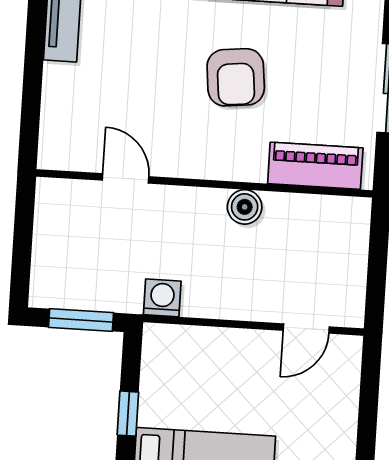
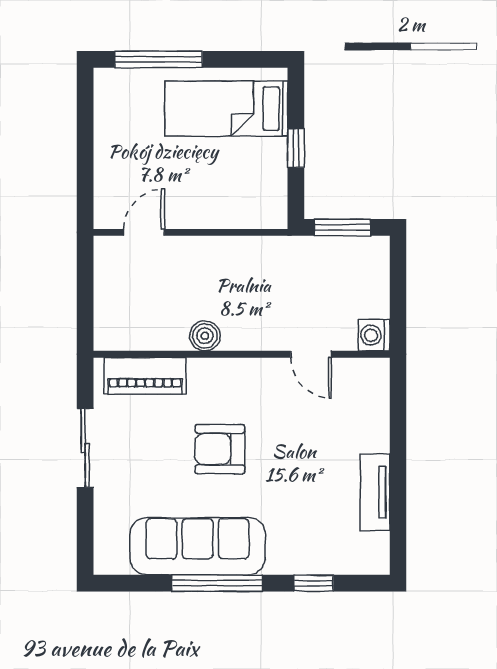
armchair: (236, 77) -> (220, 449), turned -84
washing machine: (162, 298) -> (374, 335), moved, turned 90

